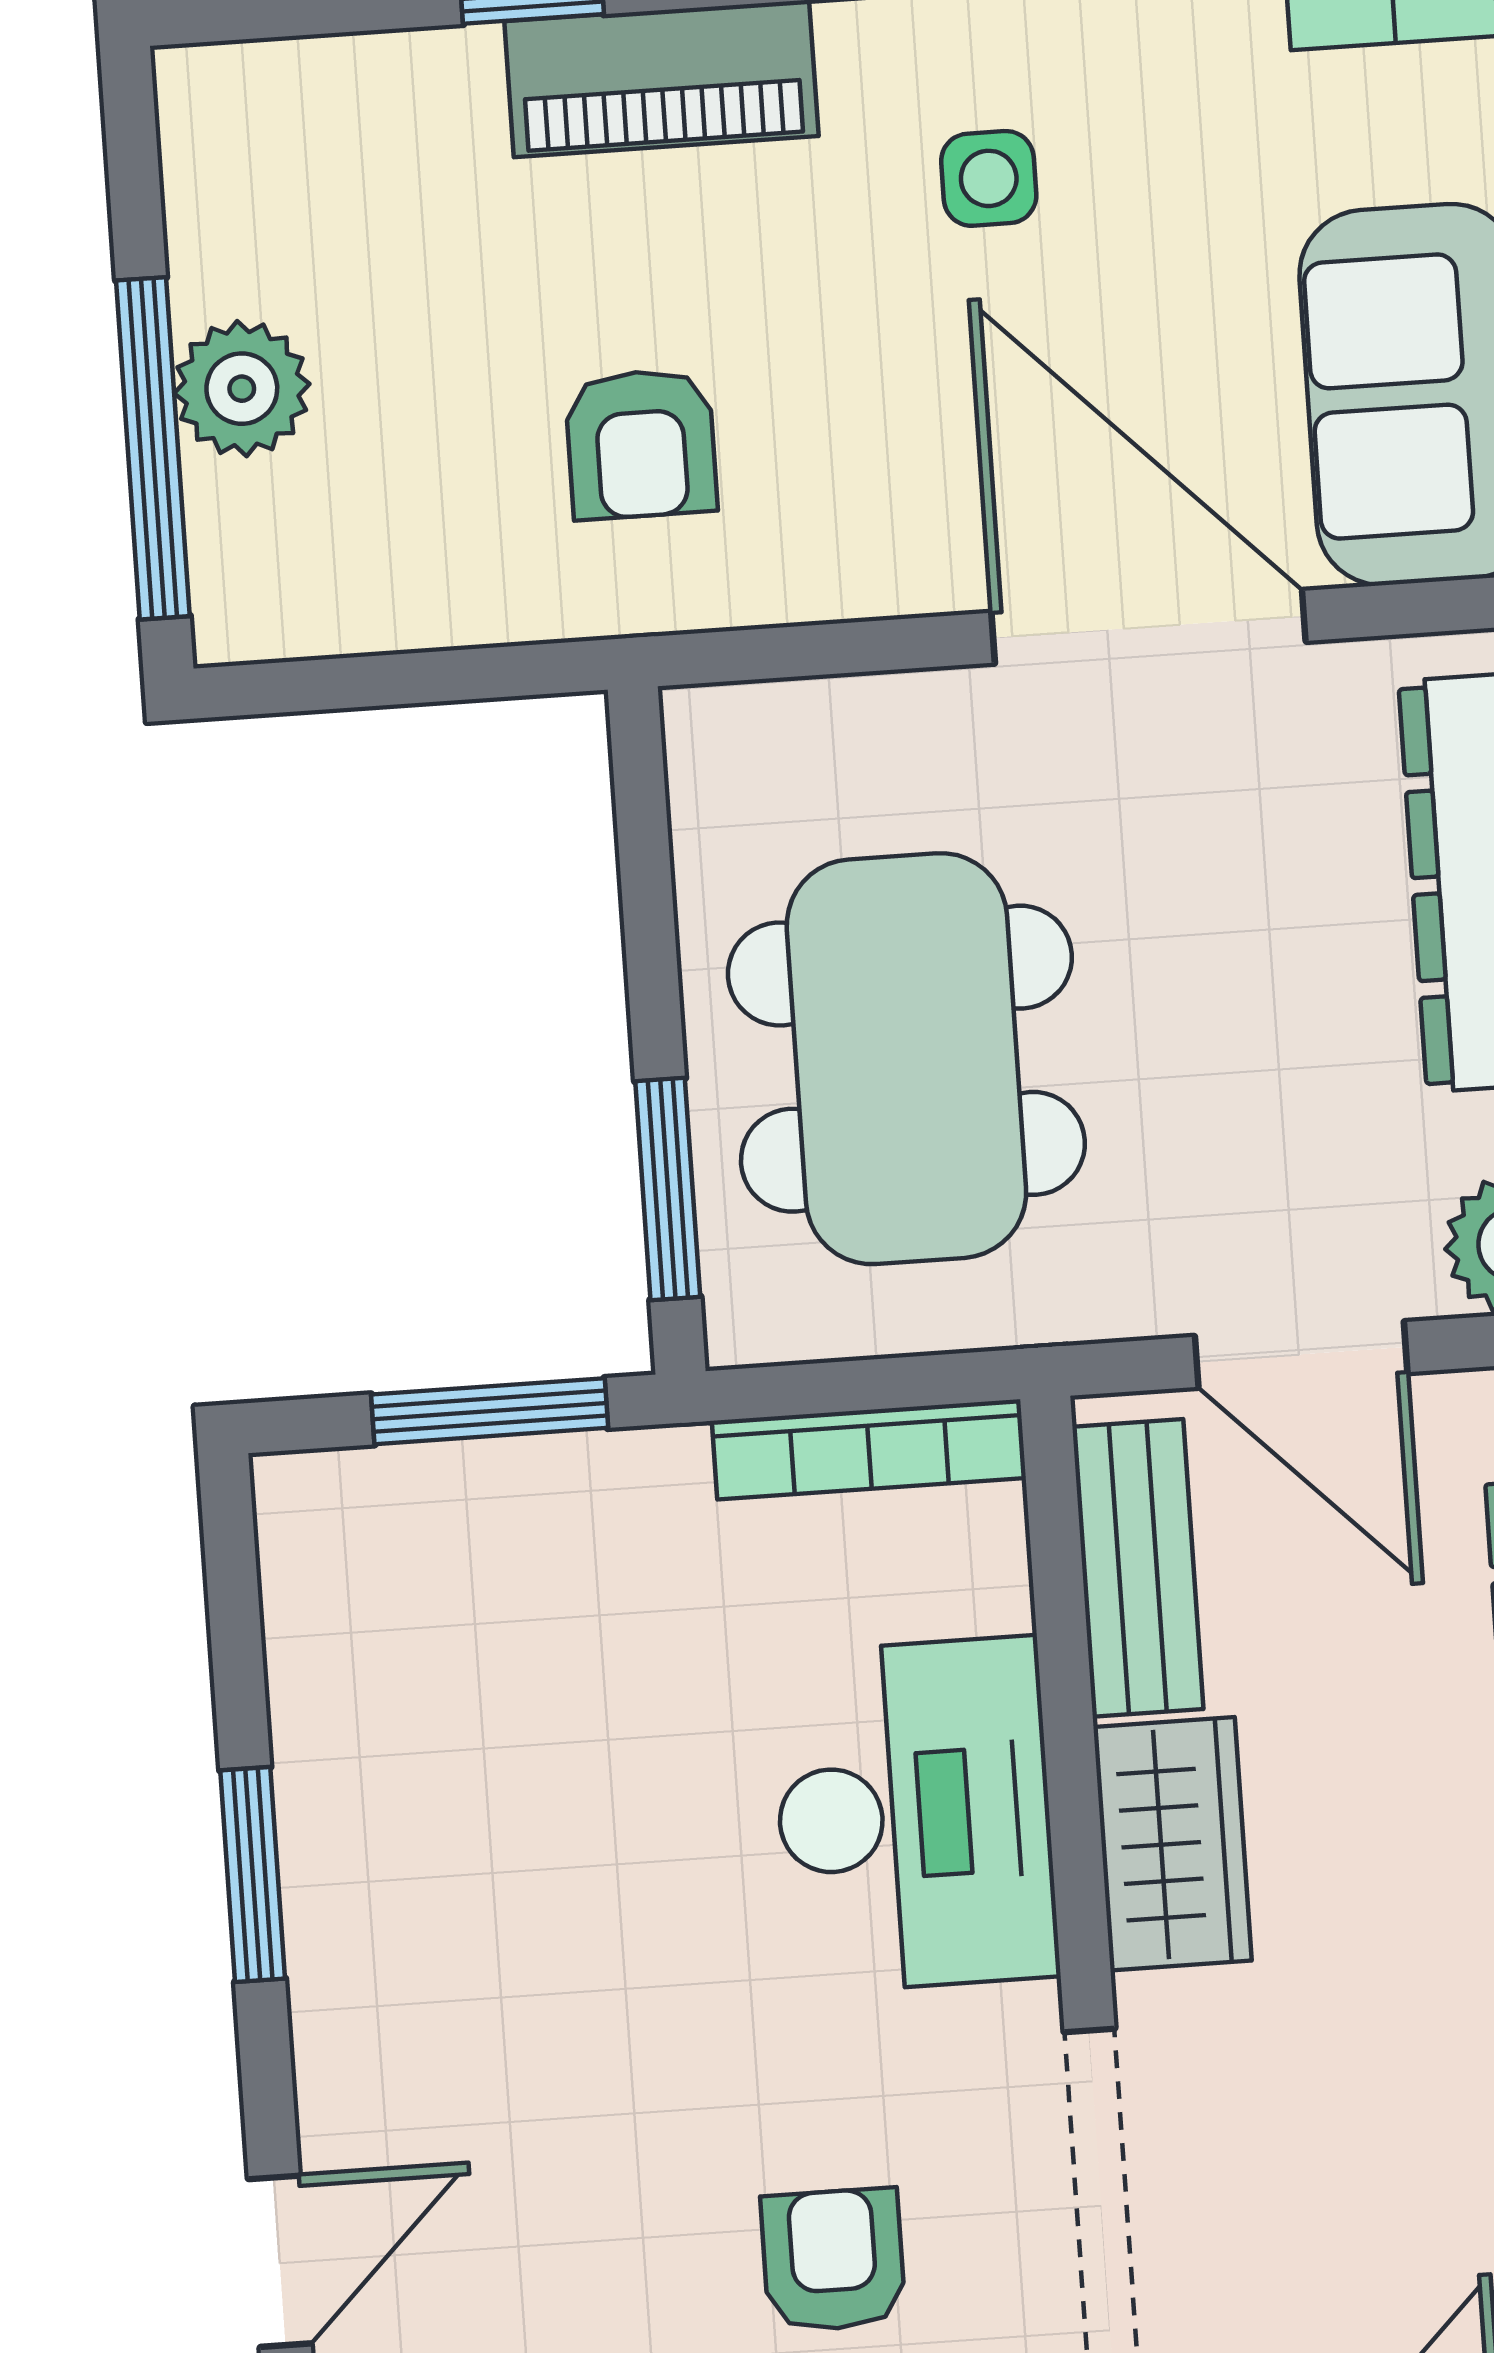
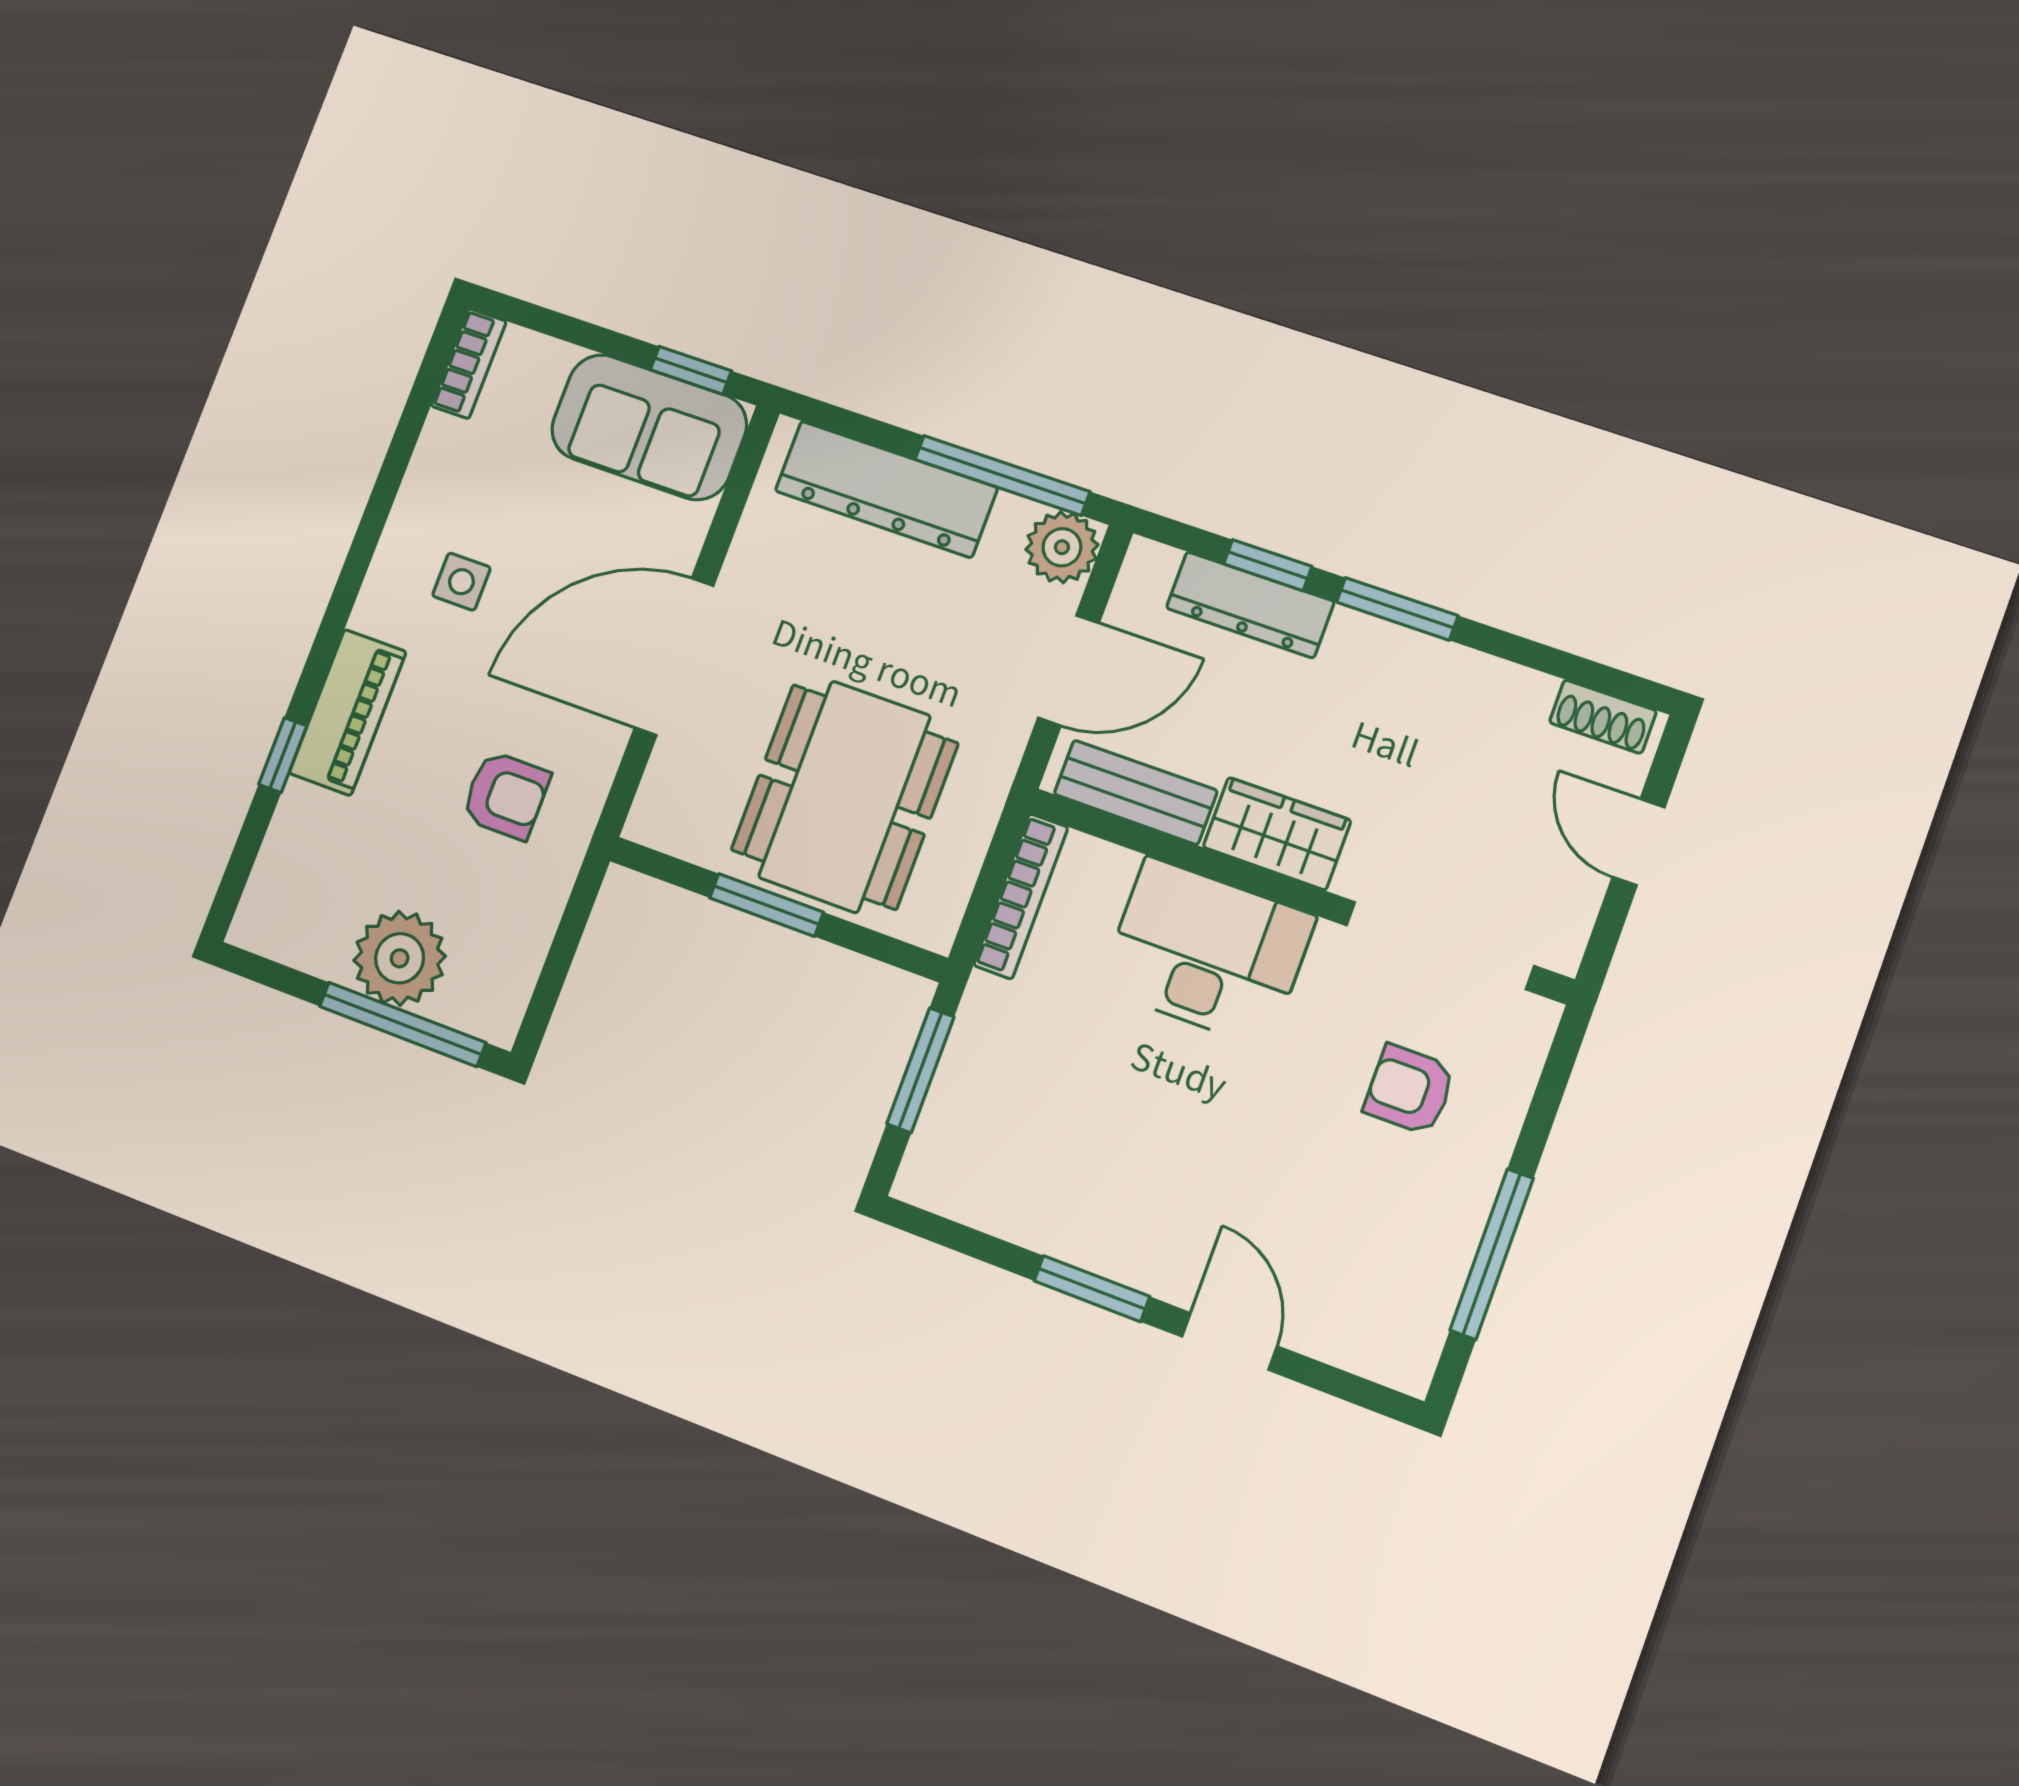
plant: (242, 389) -> (400, 958), width x1.36, depth x1.36
door: (1149, 627) -> (674, 657), moved
dining table: (906, 1059) -> (844, 797), turned 90
window: (668, 1189) -> (767, 905), moved
door: (280, 2261) -> (1229, 1341), moved

